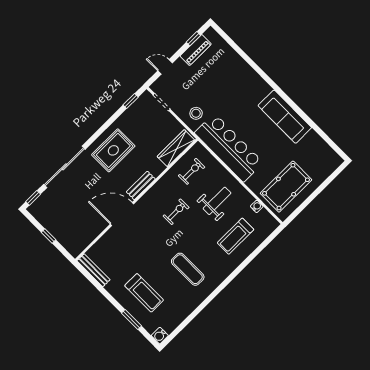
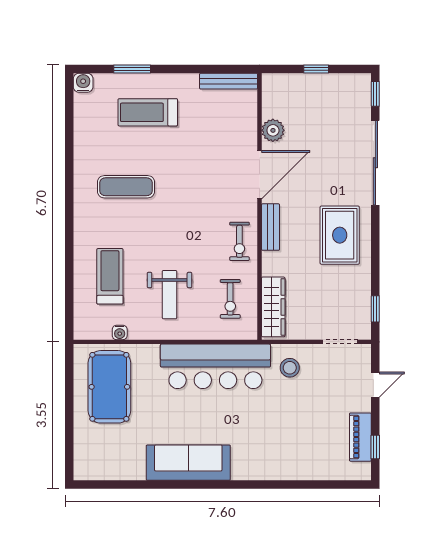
exercise bike: (176, 212) -> (239, 241), moved
plant: (96, 228) -> (273, 130), added

